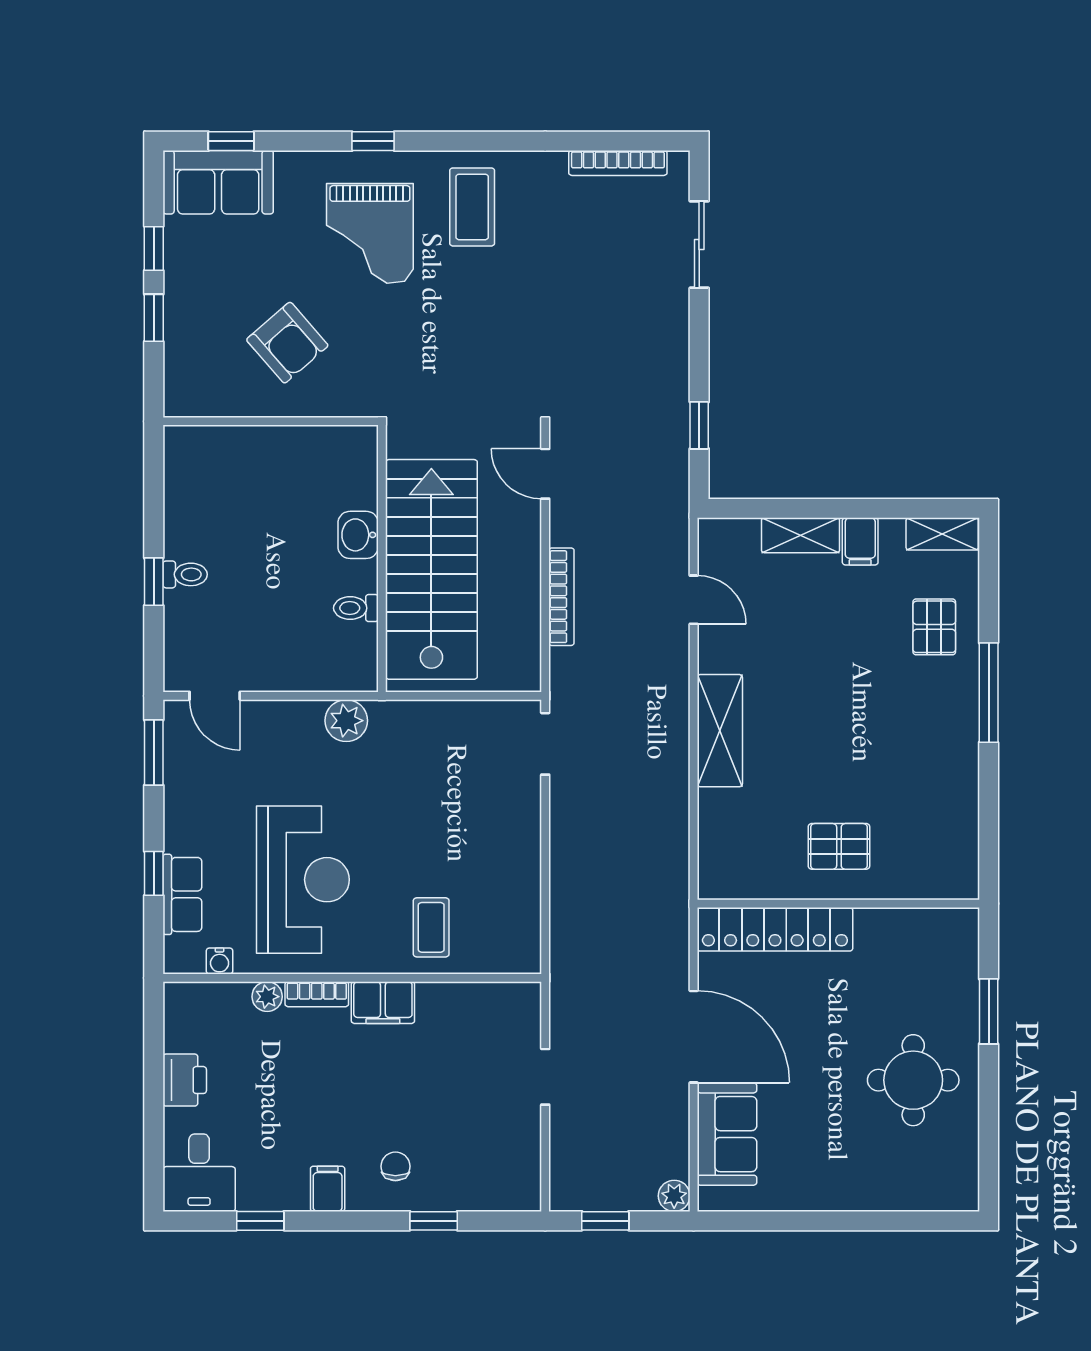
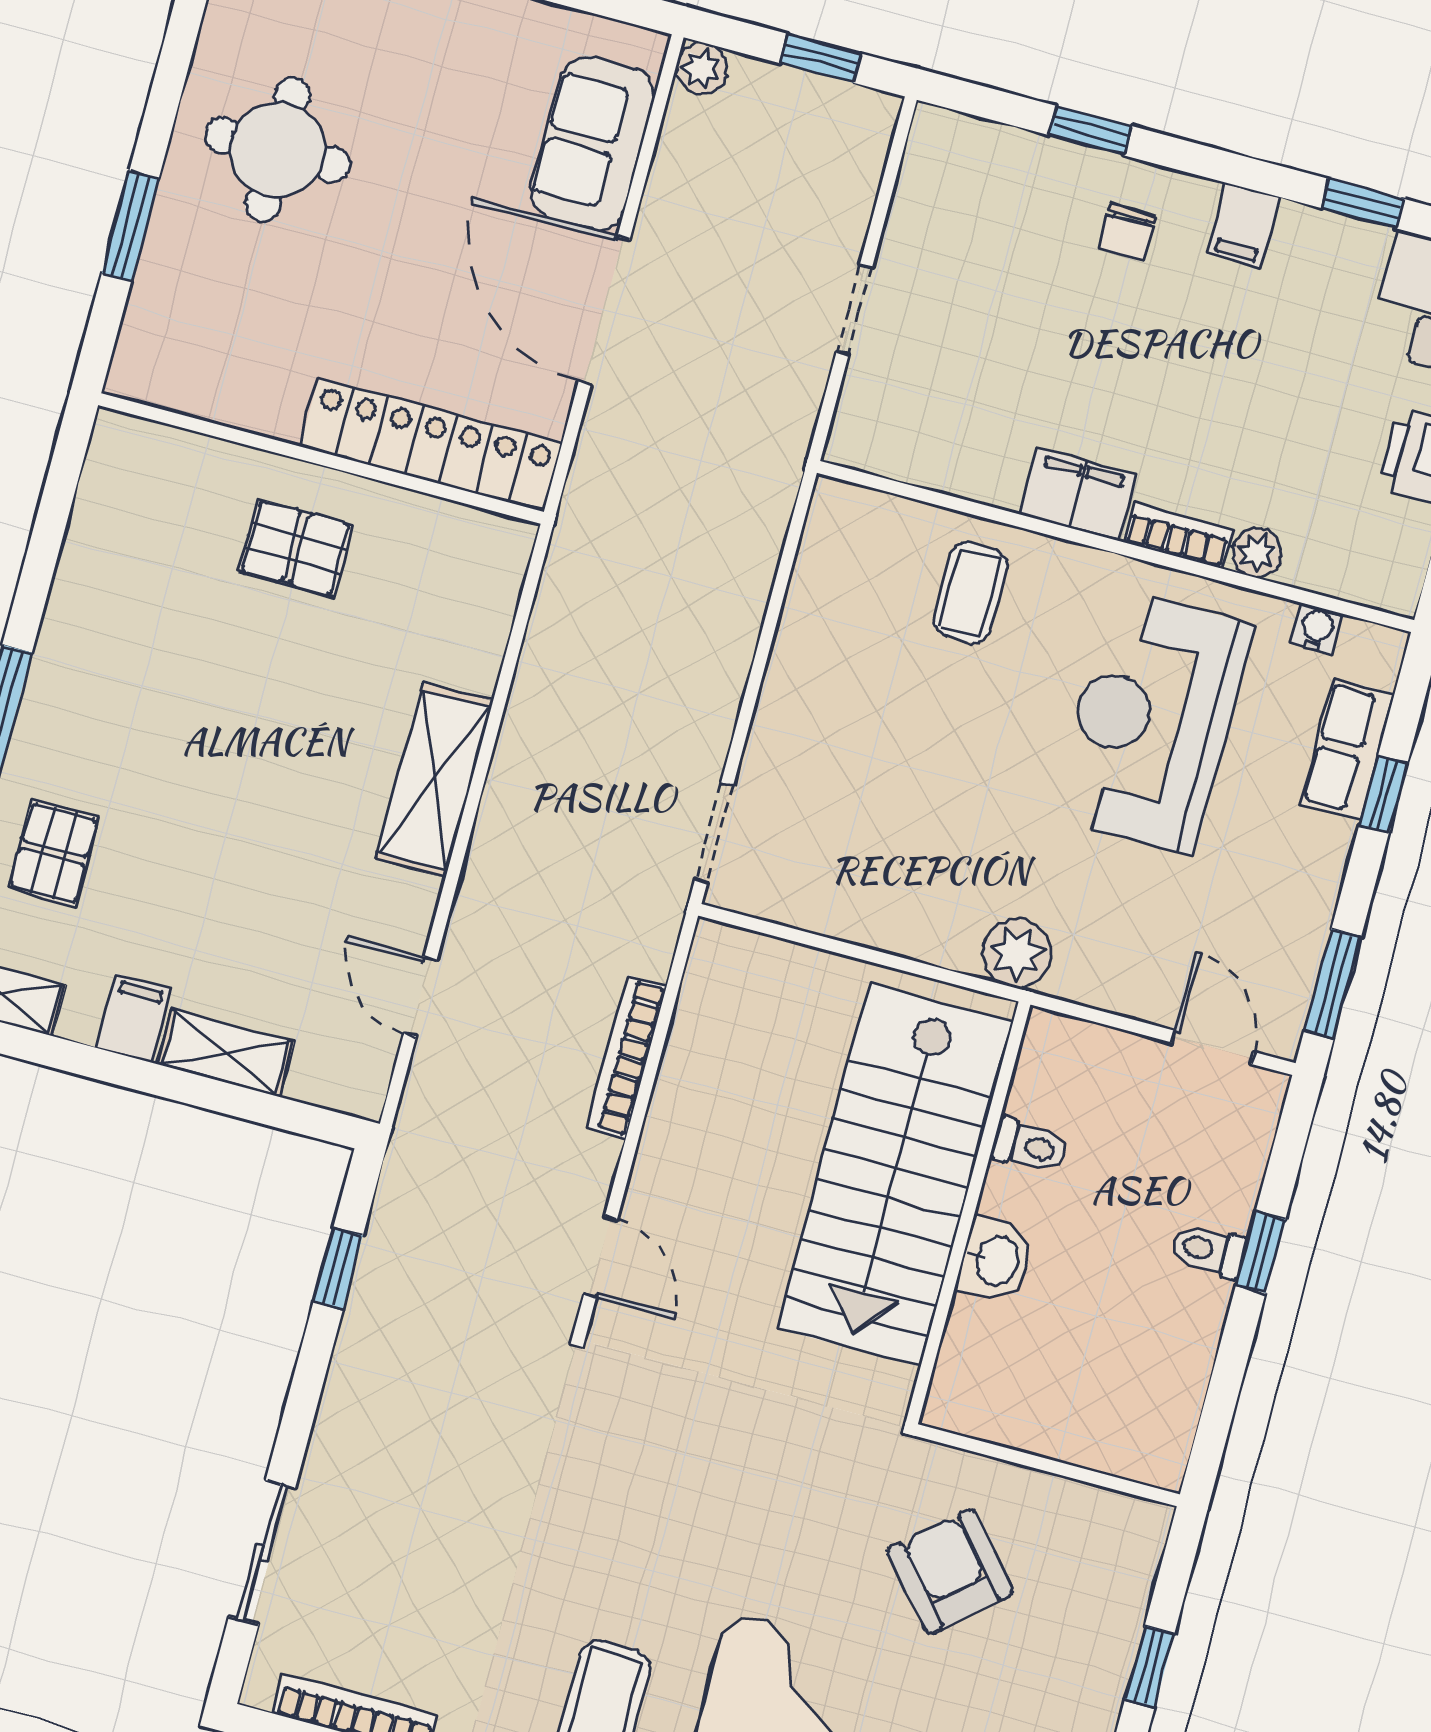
washbasin: (358, 535) -> (996, 1260), moved
wall: (382, 559) -> (968, 1213), moved
stairs: (431, 569) -> (895, 1175), moved
toilet: (356, 608) -> (1030, 1146), moved

